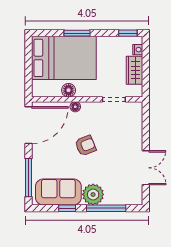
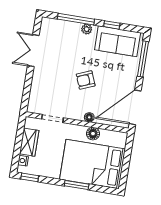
plant: (93, 194) -> (87, 29), width x0.53, depth x0.53

